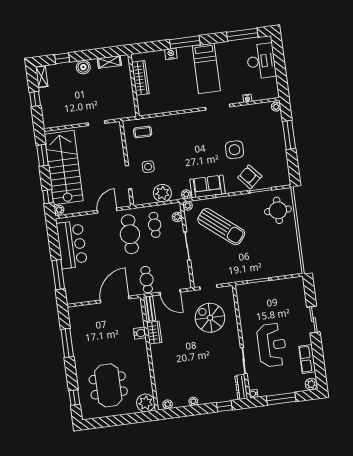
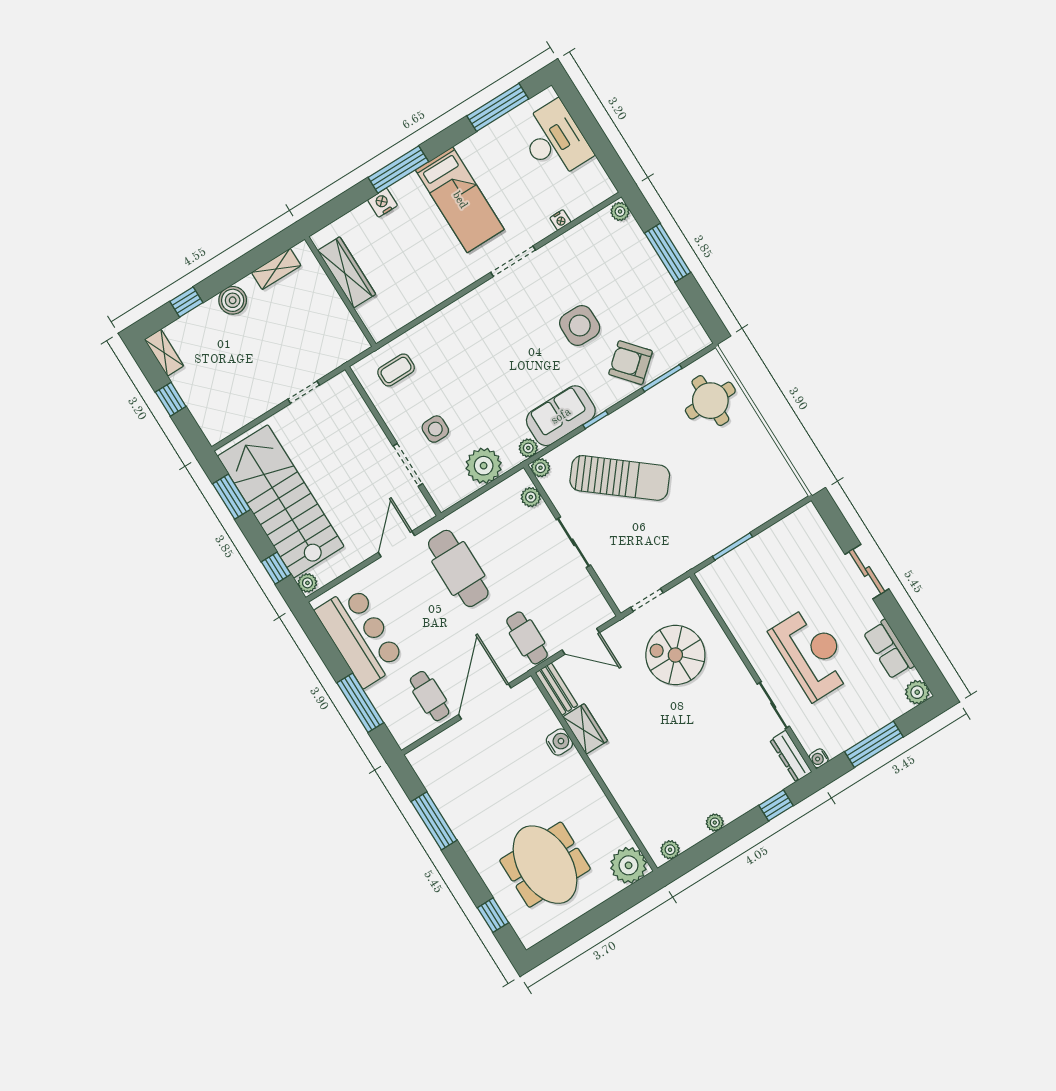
cafe table: (155, 225) -> (430, 696), moved

